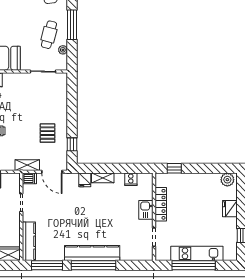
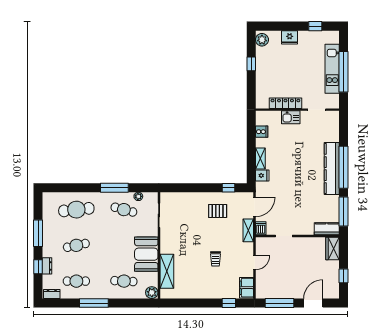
window: (174, 168) -> (251, 64), moved
kitchen counter: (29, 241) -> (327, 229), width x0.67

